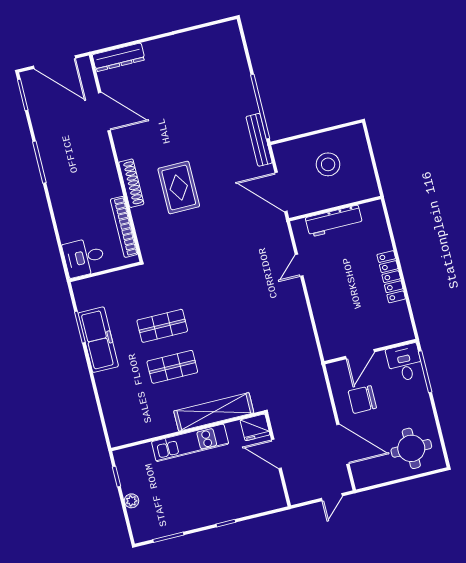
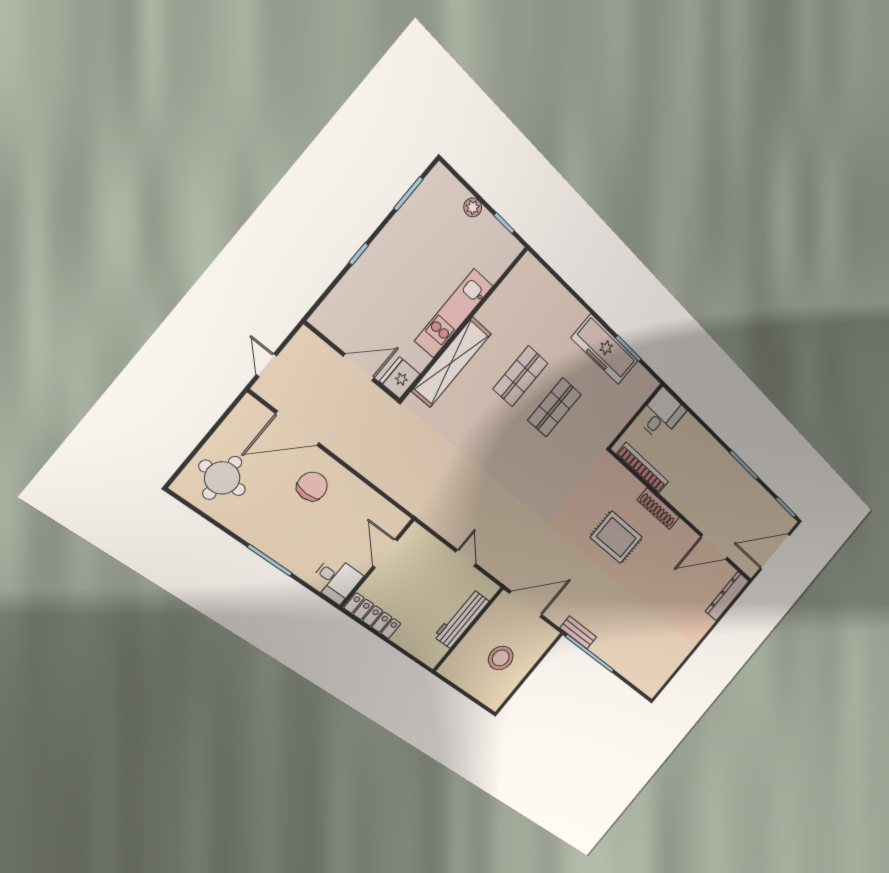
bench: (259, 140) -> (578, 632), width x0.73
wall: (370, 352) -> (377, 563), moved
door: (360, 354) -> (385, 553), moved
desk: (405, 363) -> (336, 579), moved

